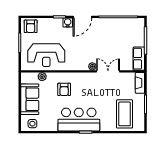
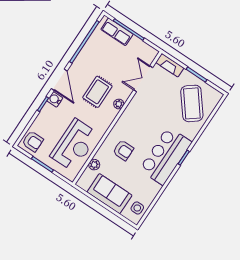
rug: (91, 47) -> (97, 92), added
row of seats: (139, 59) -> (117, 32), moved
double door: (108, 71) -> (143, 79), moved
coffee table: (125, 114) -> (192, 103), turned 52

